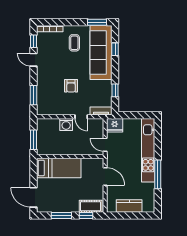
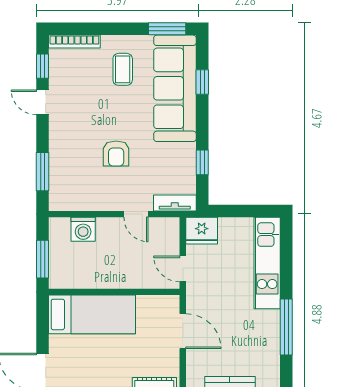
washing machine: (66, 124) -> (83, 229), moved
kitchen unit: (148, 150) -> (267, 263), width x0.73

